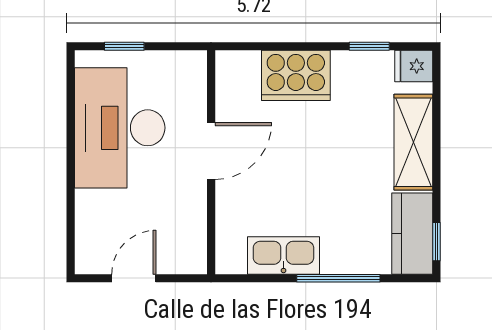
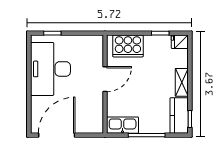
shelving: (413, 142) -> (182, 82), width x0.67, depth x0.75
door: (211, 151) -> (105, 79), moved
wall: (211, 162) -> (105, 84), moved
door: (134, 278) -> (57, 135), width x1.87

